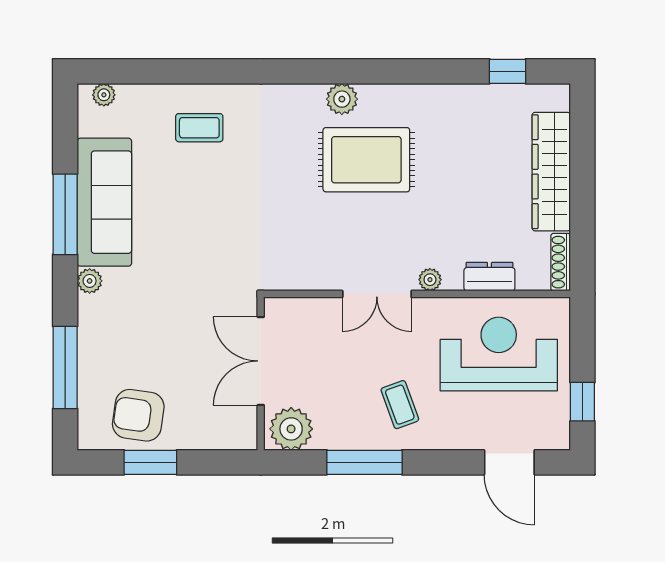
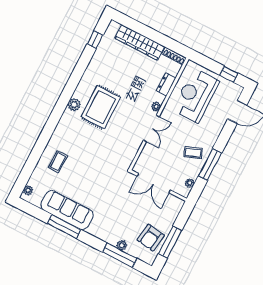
plant: (90, 281) -> (122, 245), moved
coffee table: (400, 405) -> (193, 153), moved
plant: (291, 429) -> (190, 183), width x0.53, depth x0.53
window: (150, 462) -> (170, 242), width x1.44

